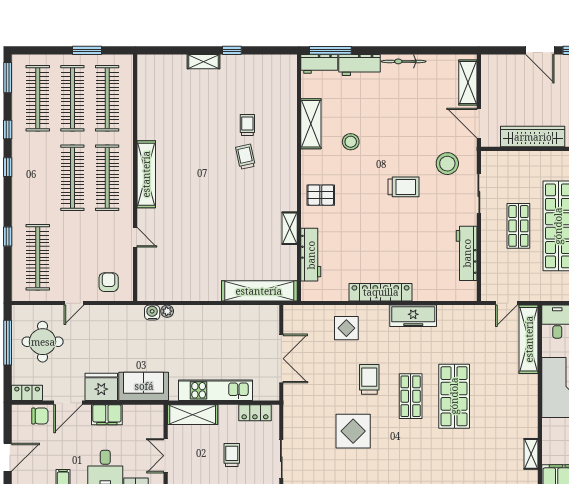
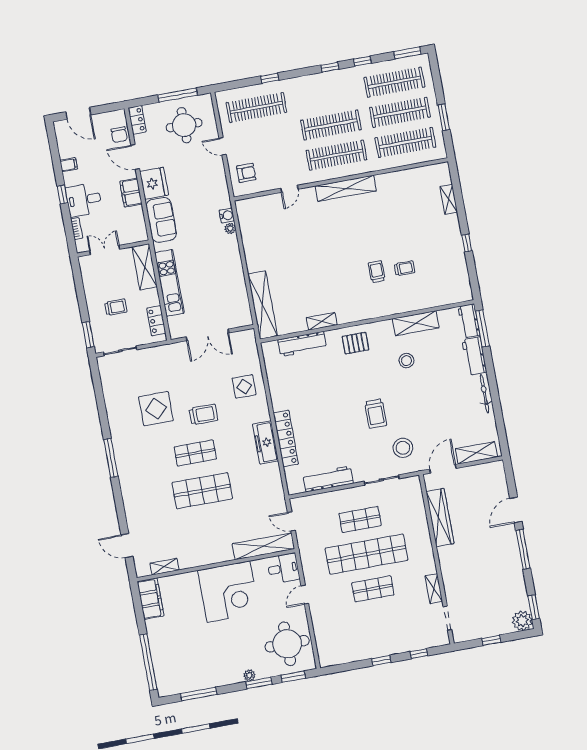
shelving: (204, 62) -> (449, 199), moved
trolley: (245, 157) -> (377, 272), turned -79
pallet: (321, 195) -> (355, 343), turned 90
locker: (381, 292) -> (286, 438), moved

